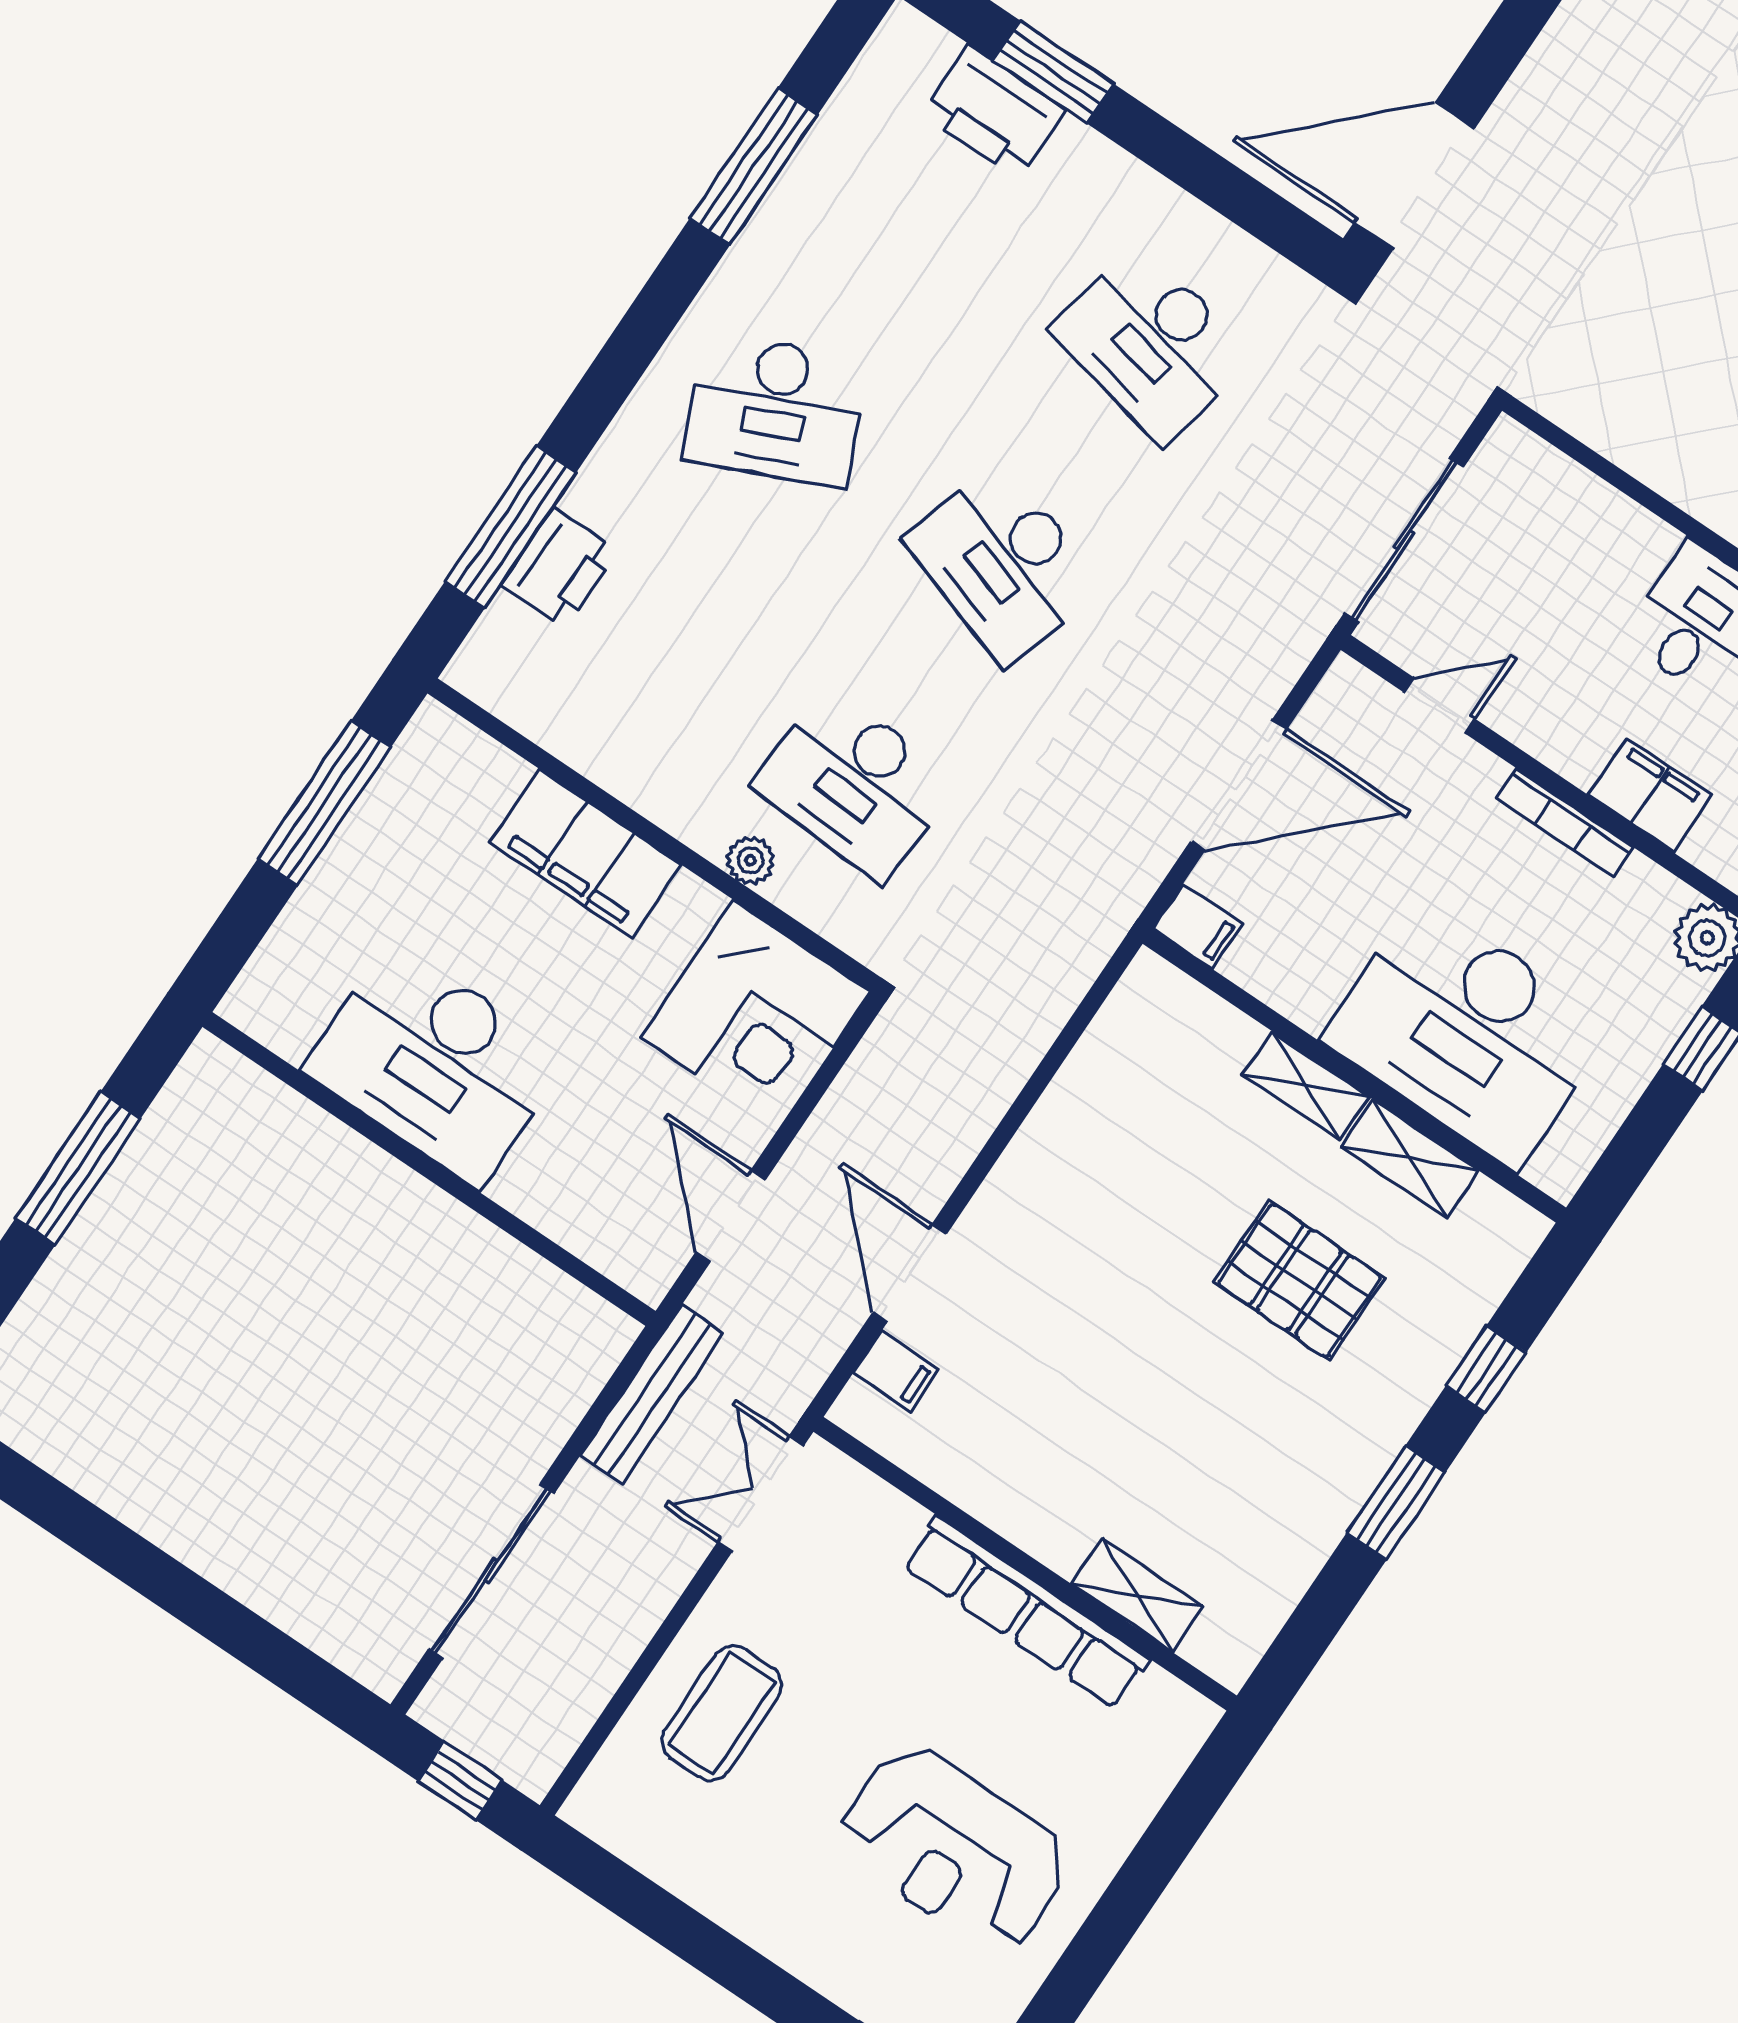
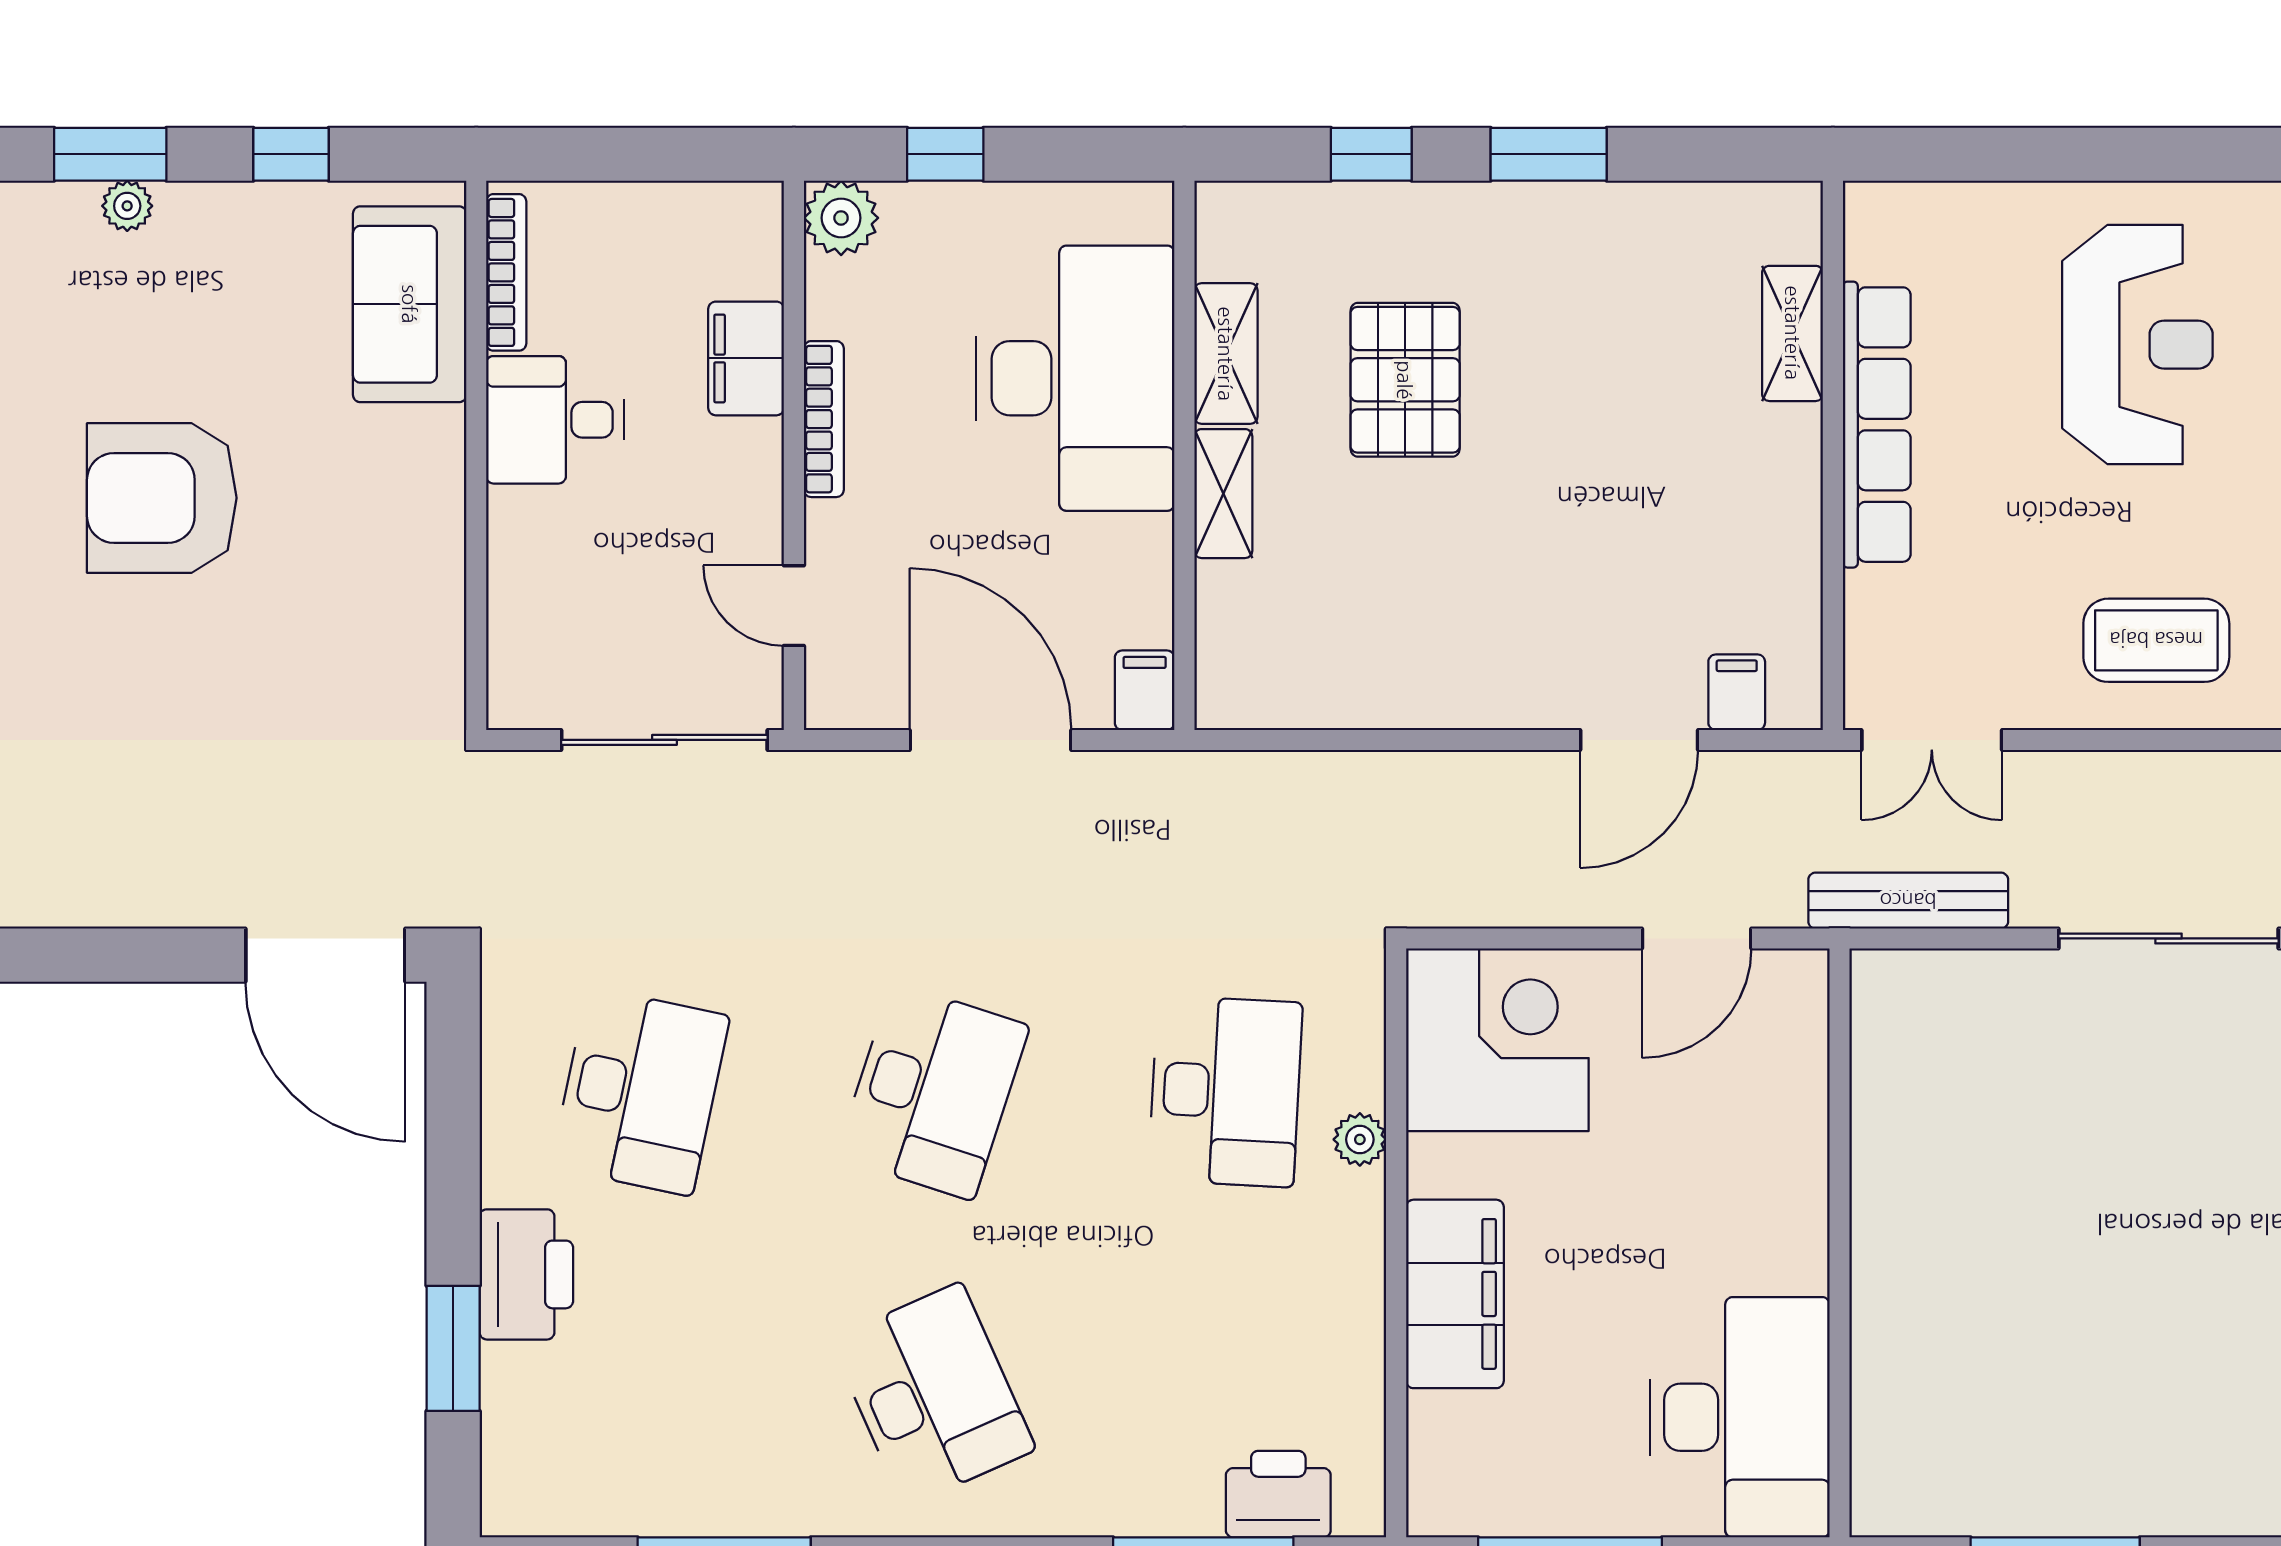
printer: (994, 112) -> (526, 1274), moved
printer: (559, 568) -> (1278, 1494), moved
desk: (435, 1064) -> (1740, 1417), moved

